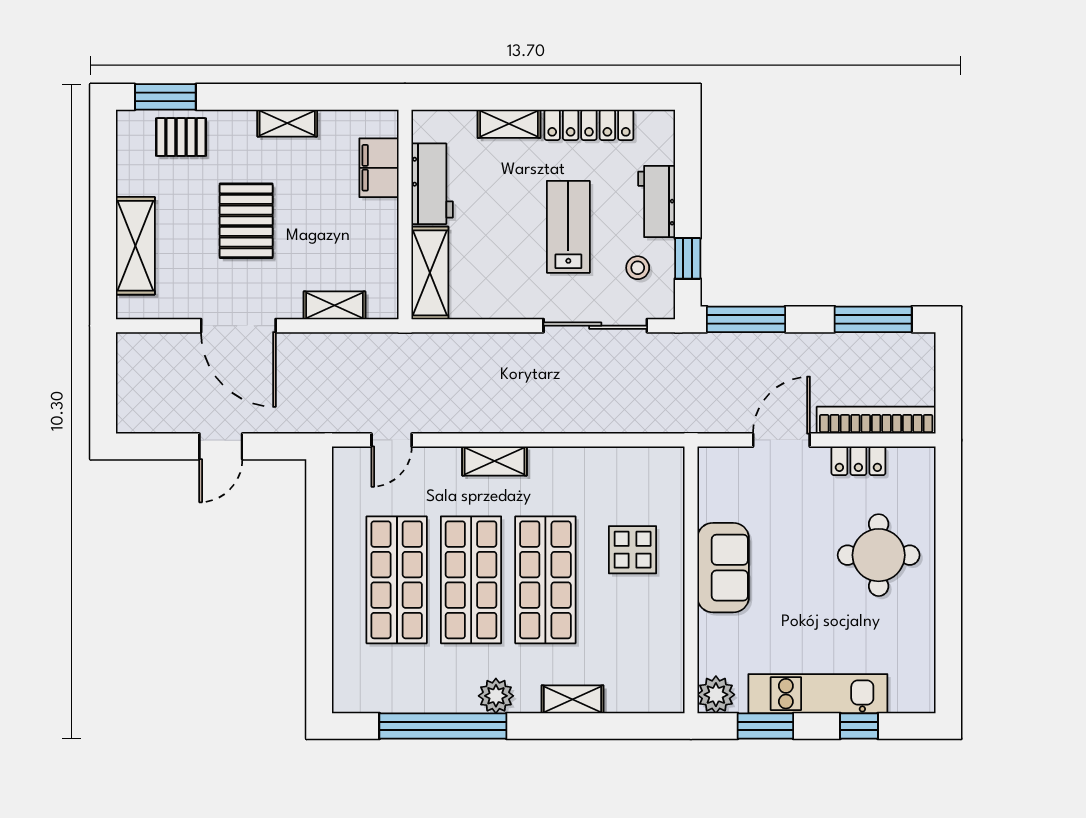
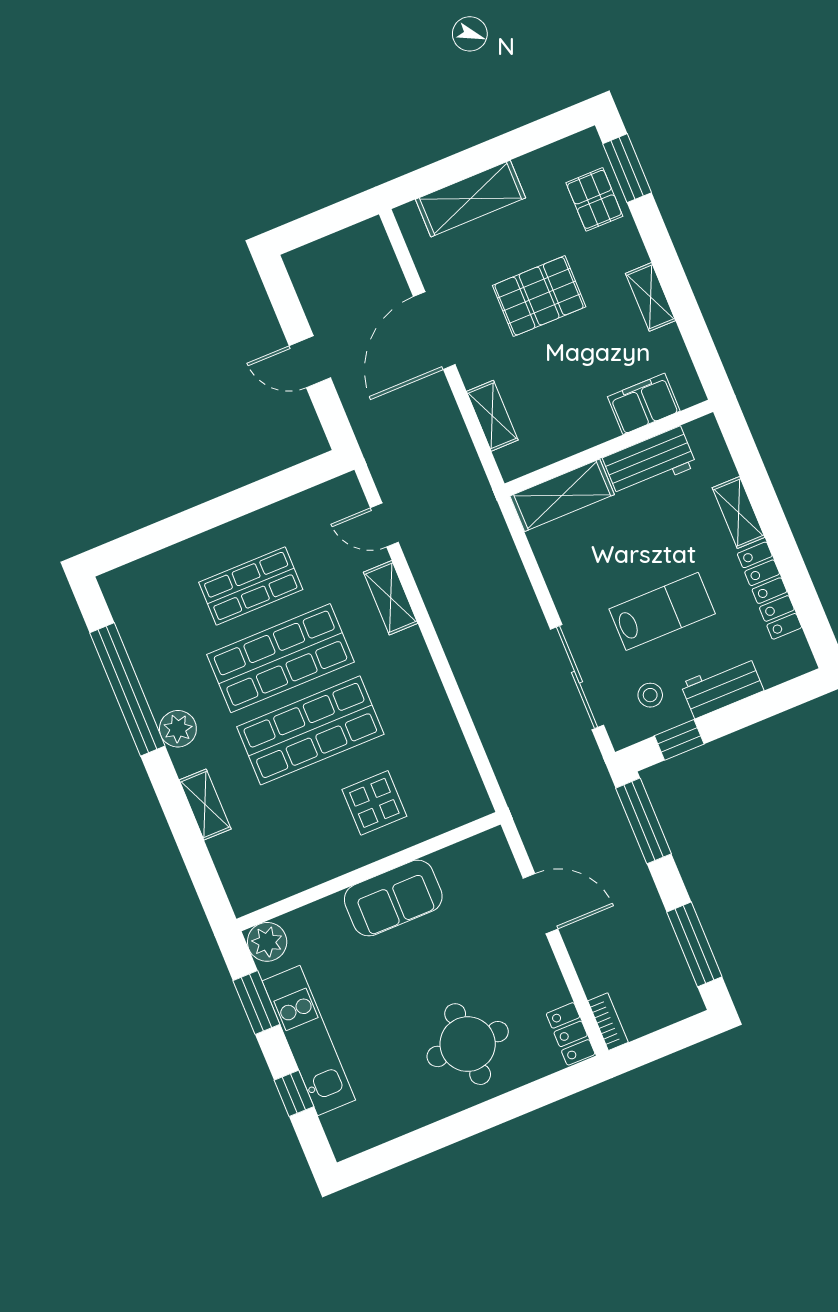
bookcase: (876, 420) -> (608, 1022), width x0.43, depth x0.76
shelving: (495, 461) -> (391, 598), moved
locker: (858, 461) -> (571, 1034), moved
shop shelf: (397, 580) -> (251, 586), width x0.70, depth x0.74

